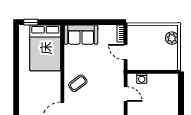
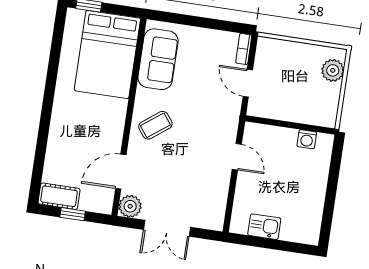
sofa: (81, 35) -> (158, 59), moved, turned -90
washing machine: (142, 78) -> (307, 139), moved

